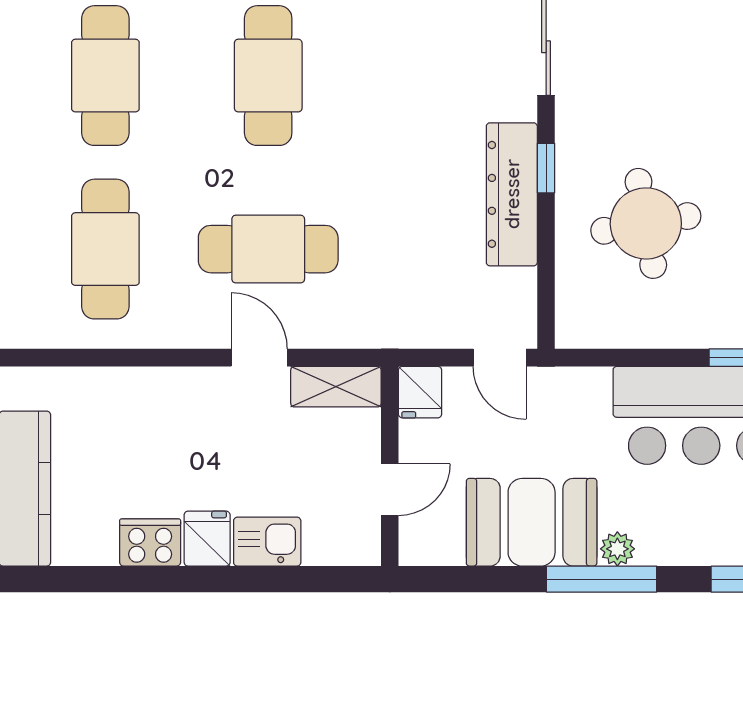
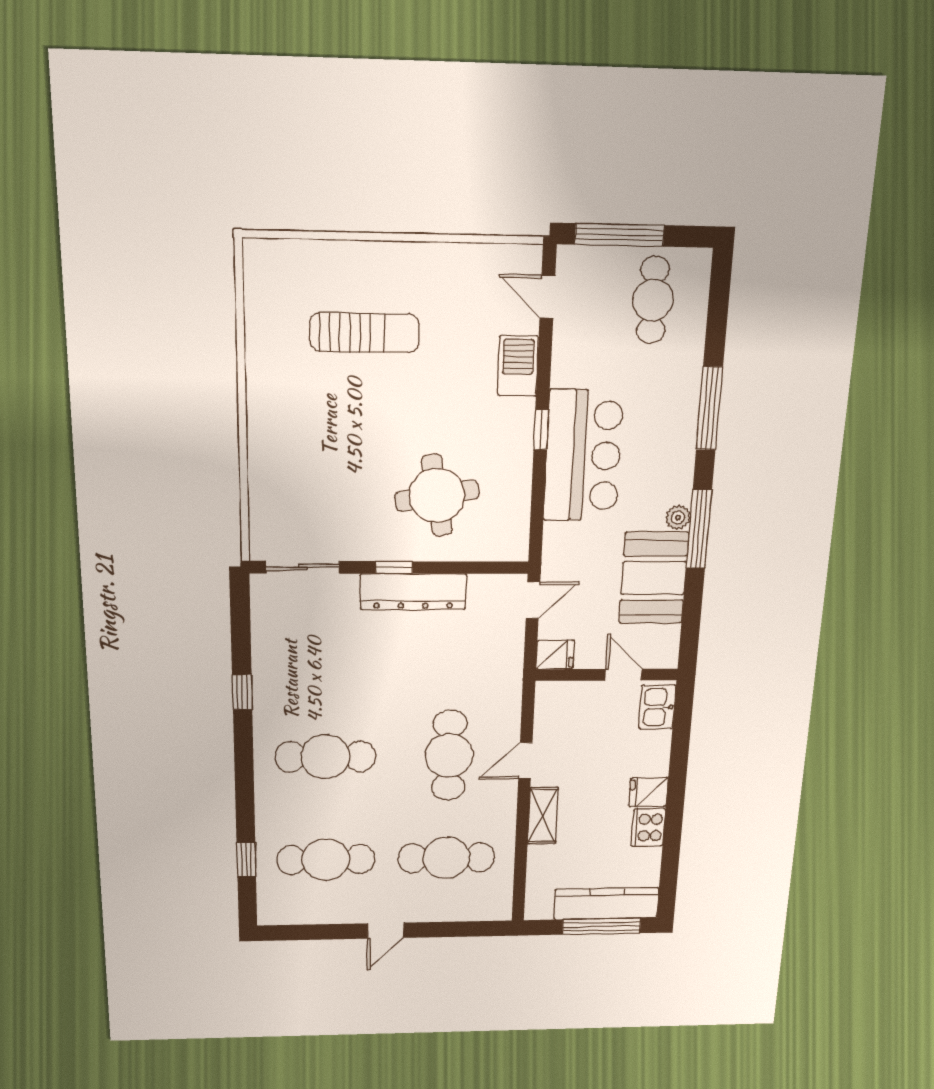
shelving: (336, 387) -> (543, 816), moved
kitchen sink: (267, 542) -> (657, 707), moved

